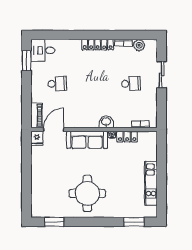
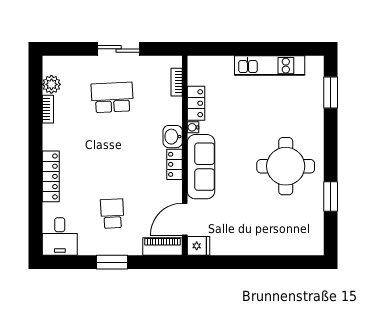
locker: (98, 45) -> (51, 176), moved
window: (27, 61) -> (112, 262), moved
sliding door: (162, 74) -> (119, 49), moved
school desk: (131, 84) -> (112, 97), width x1.85
locker: (88, 123) -> (174, 164), added
door: (54, 129) -> (185, 219), hinge flipped
window: (54, 222) -> (331, 196), moved

